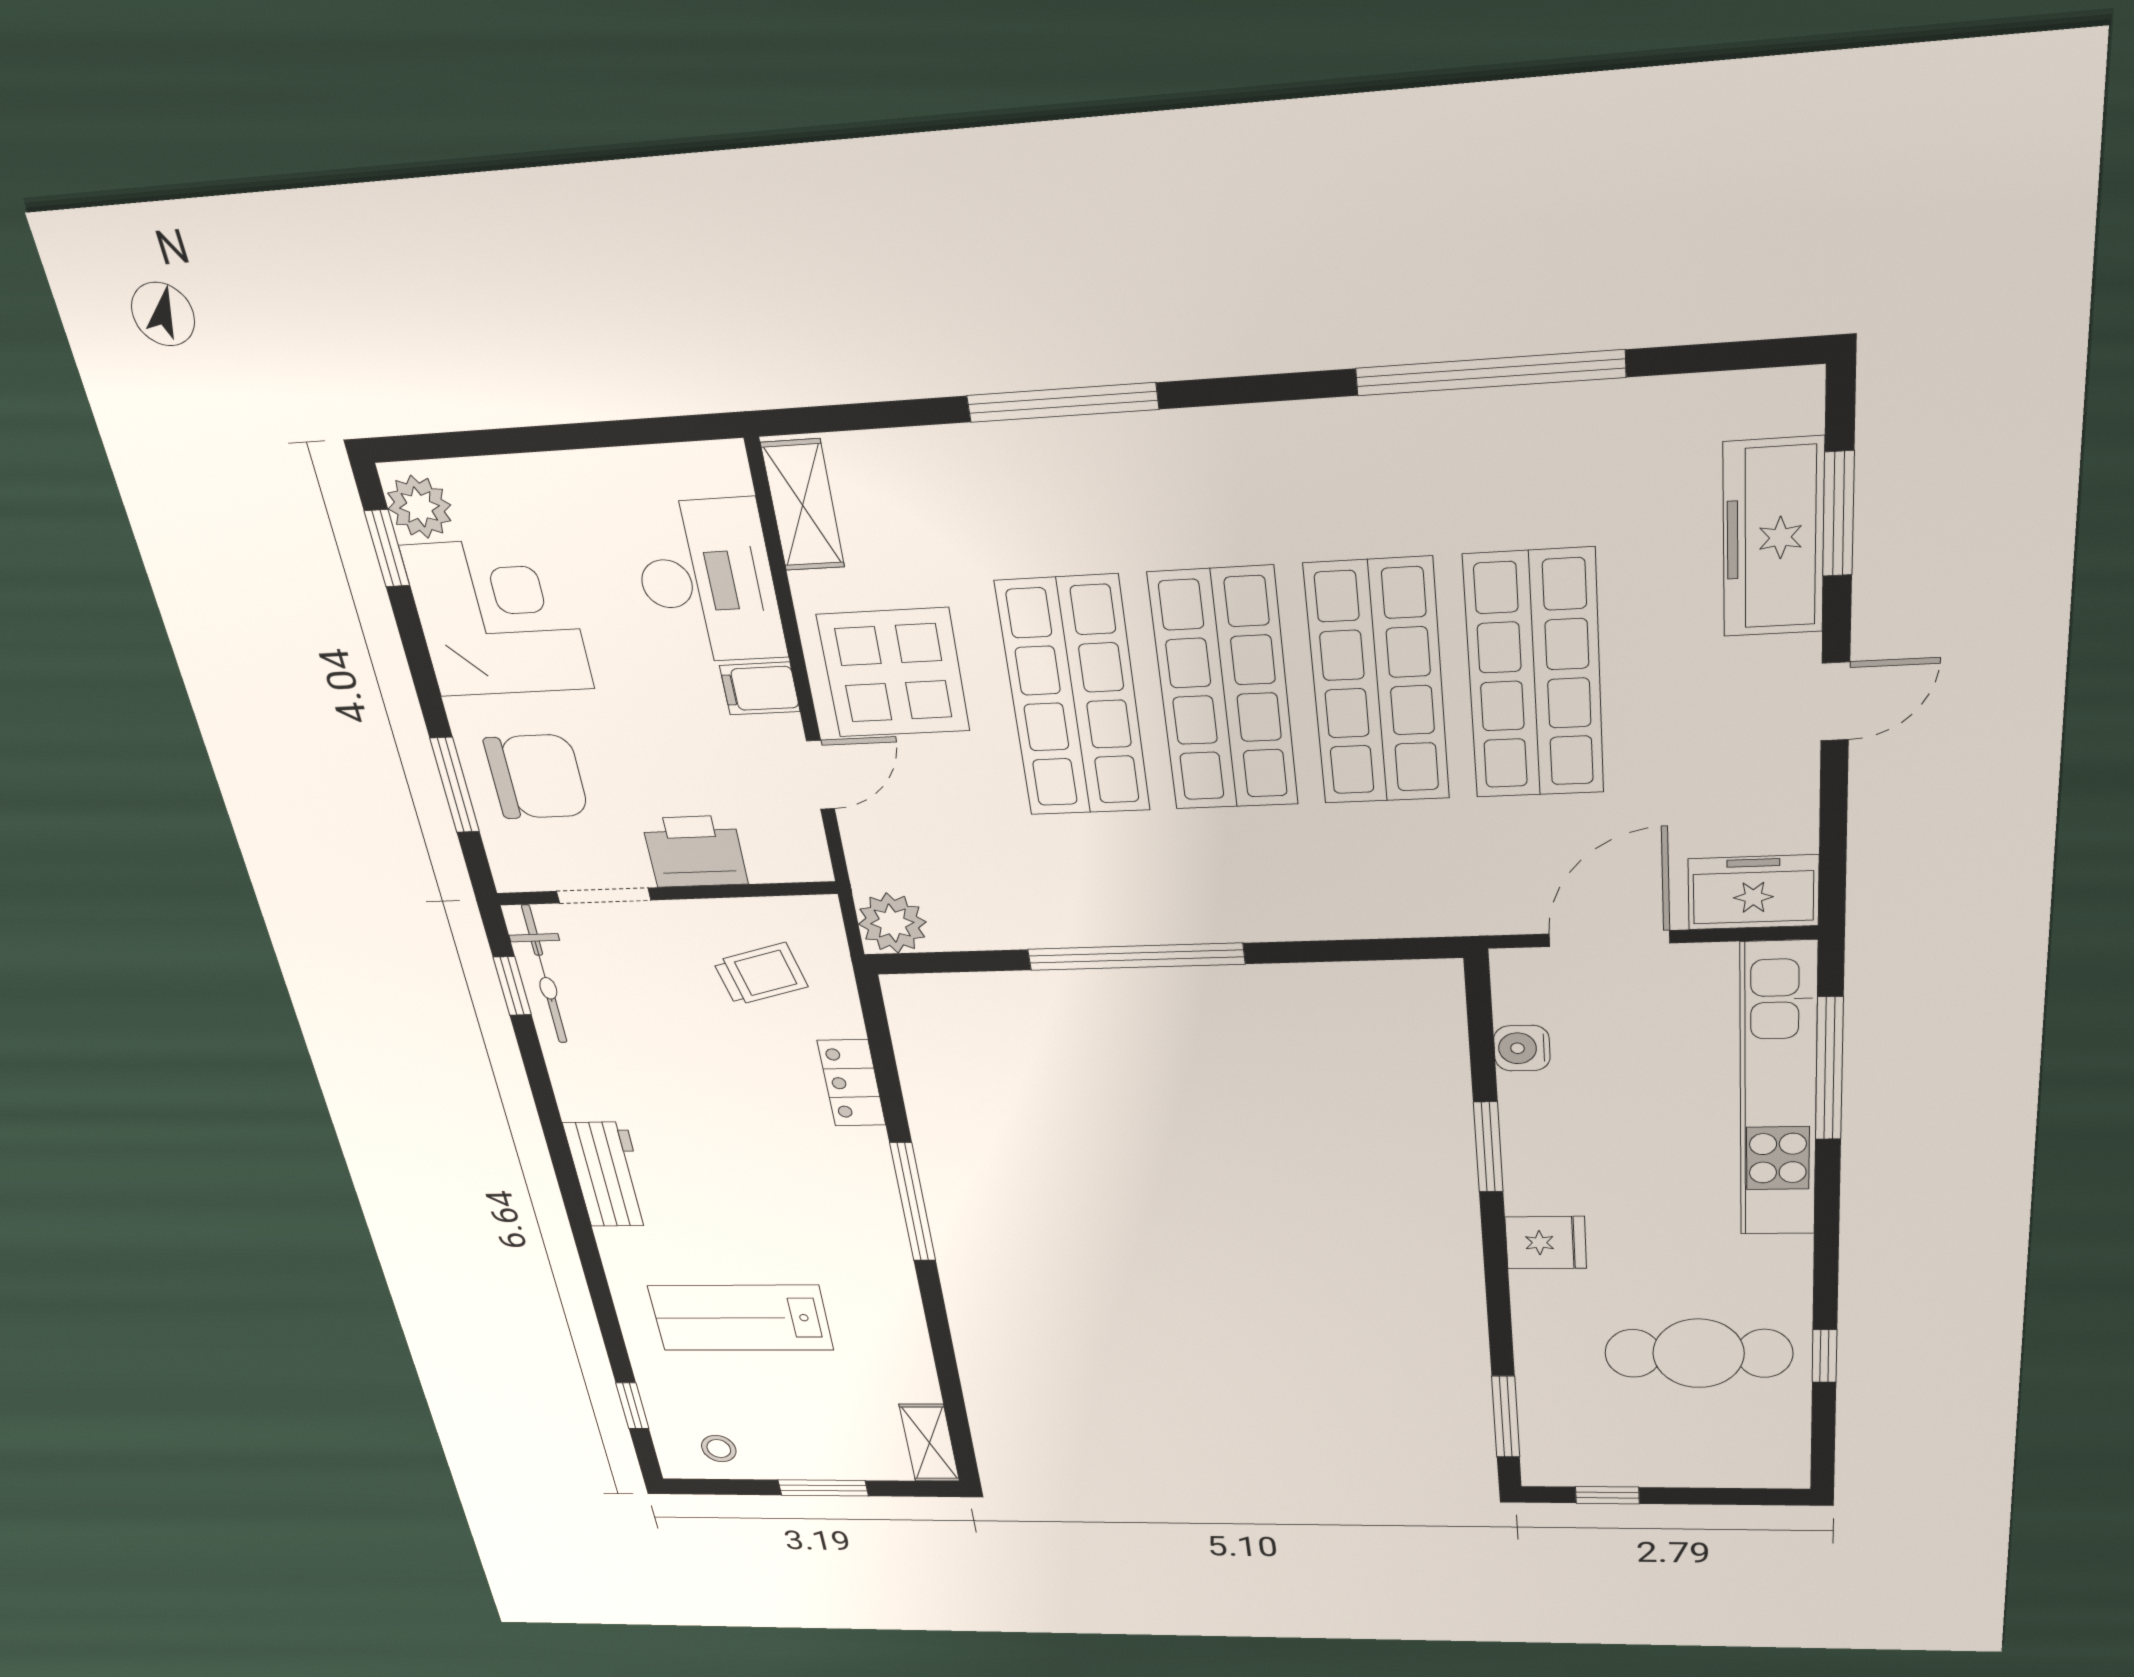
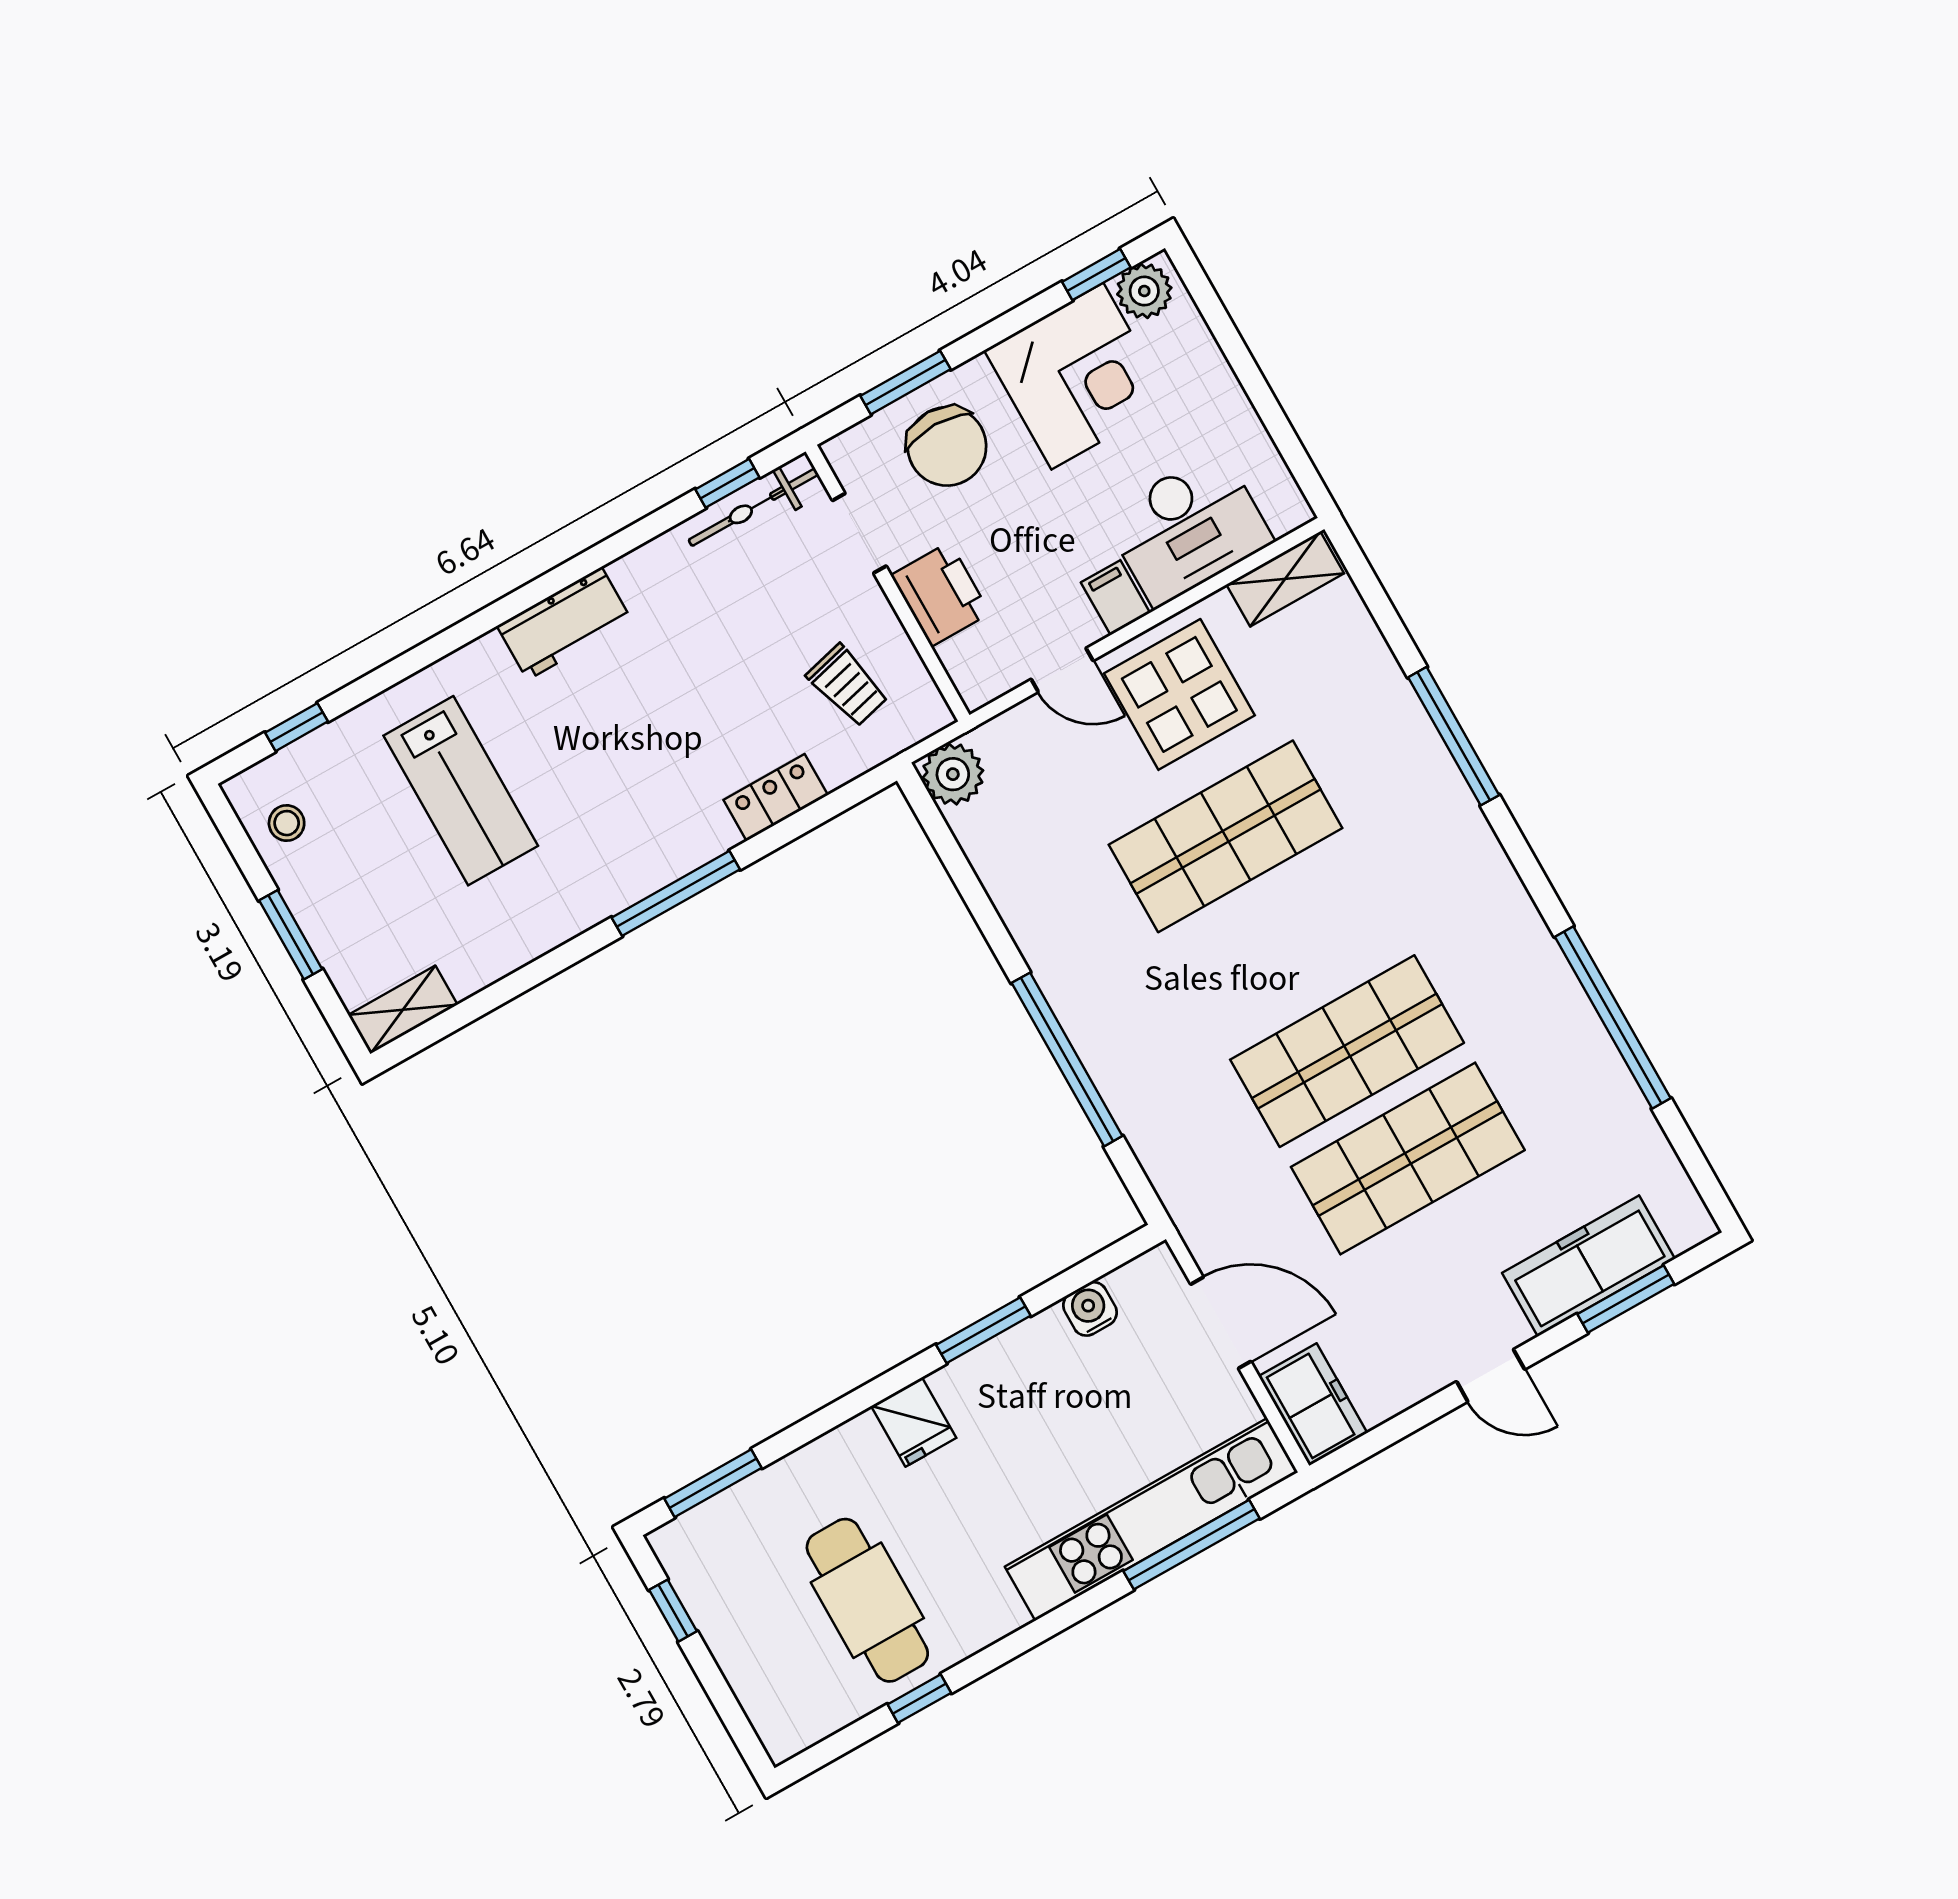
shop shelf: (1224, 690) -> (1286, 944), removed
window: (1136, 957) -> (1067, 1059), moved
lab bench: (741, 1318) -> (461, 791), turned 180

